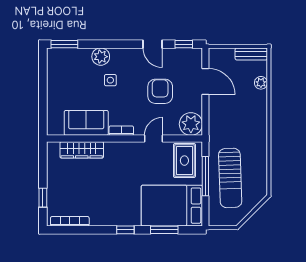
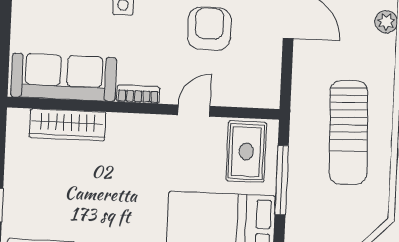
sofa: (86, 123) -> (64, 77), width x1.36
plant: (191, 124) -> (260, 88), removed
sun lounger: (230, 178) -> (348, 132), moved

